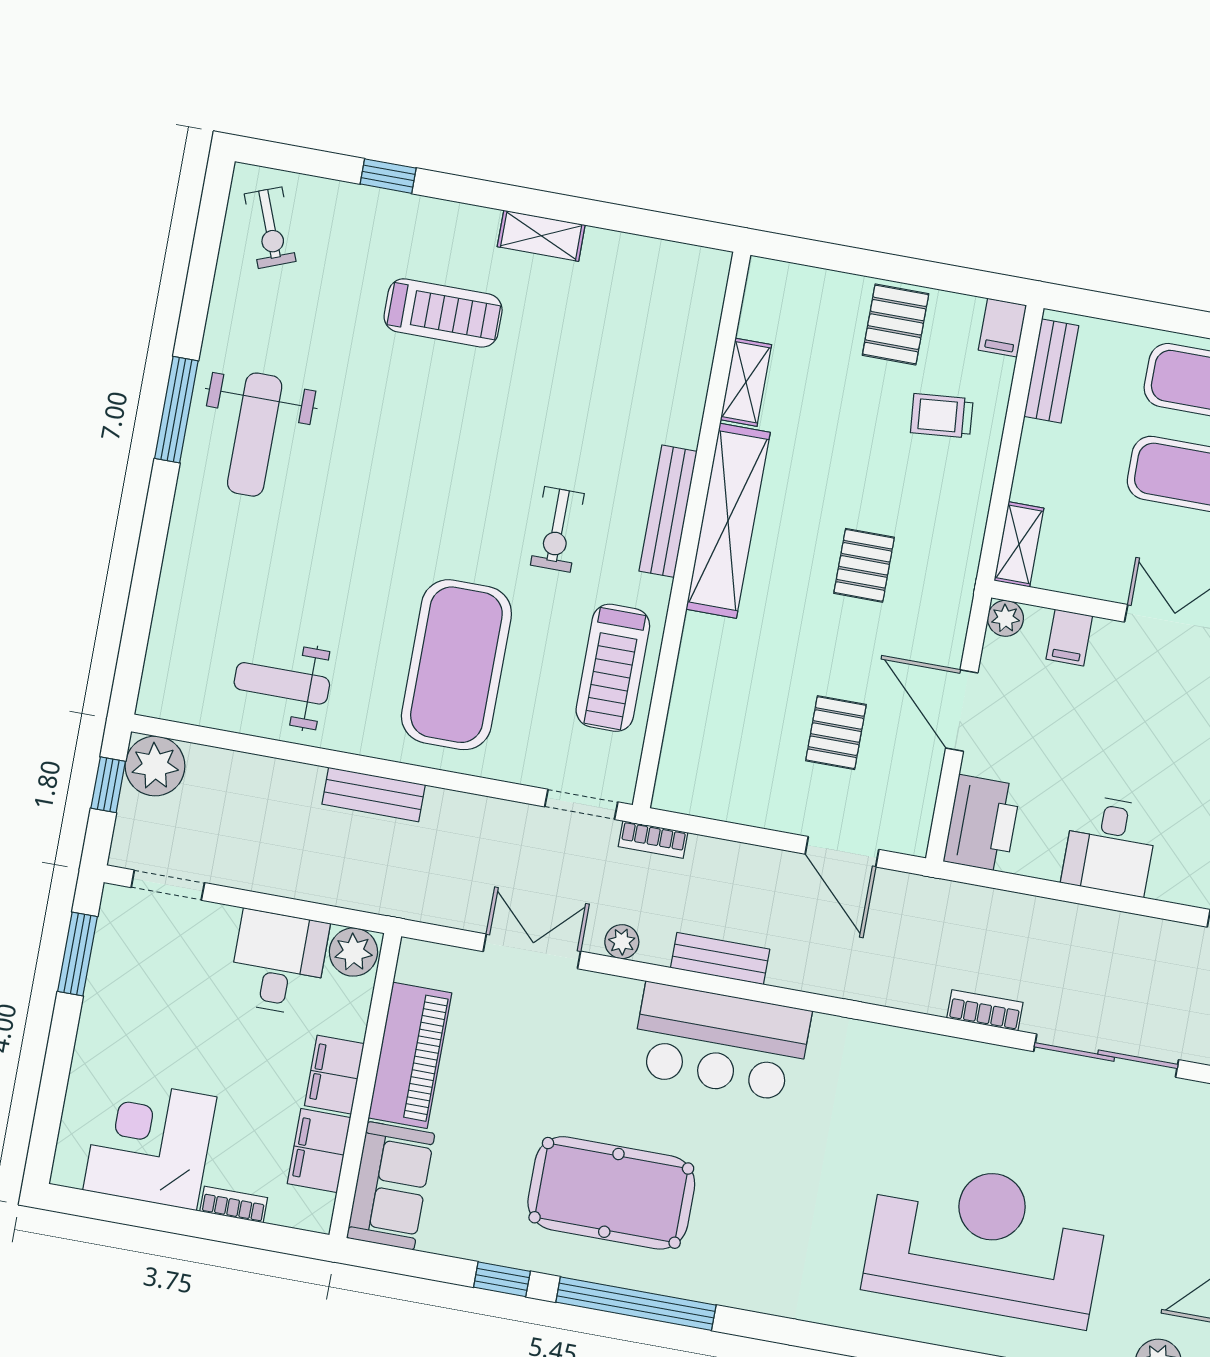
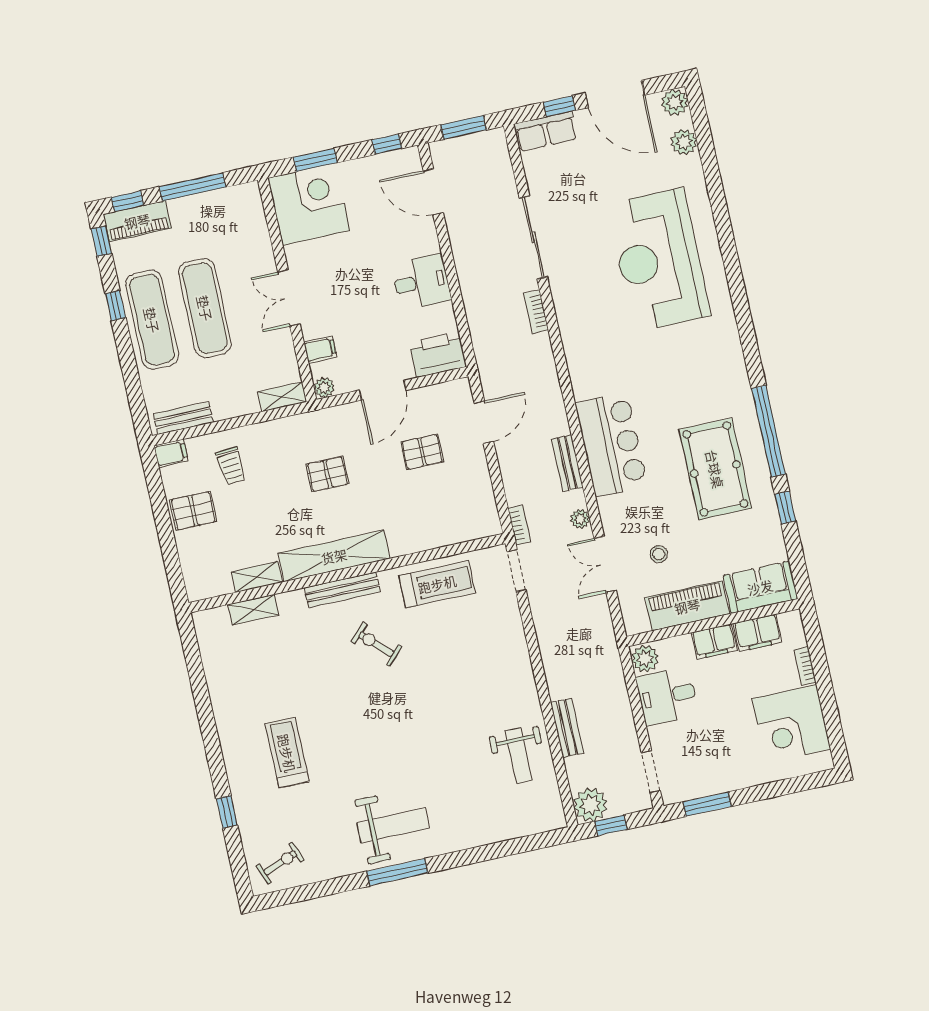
shelving: (541, 236) -> (253, 610), moved, turned 90
exercise bike: (557, 529) -> (376, 644), turned -135
exercise mat: (456, 665) -> (470, 668), removed
bench: (374, 794) -> (567, 728), moved
stool: (512, 1045) -> (659, 554), added

